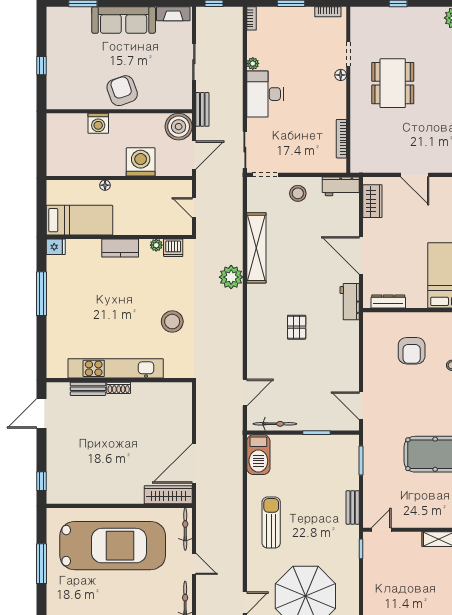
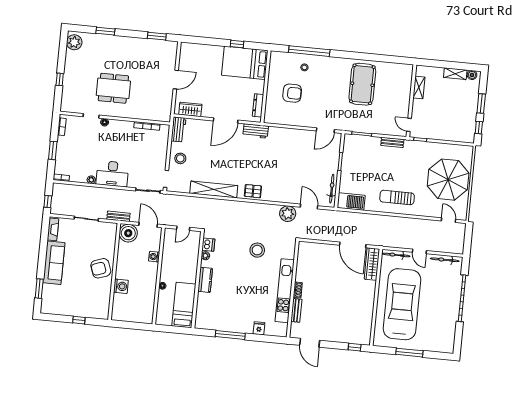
washing machine: (141, 162) -> (154, 257), width x0.53, depth x0.53
fridge: (56, 247) -> (259, 328), moved
plant: (231, 277) -> (288, 214), moved
pallet: (297, 327) -> (253, 191), moved
door: (194, 564) -> (419, 251), swing flipped

